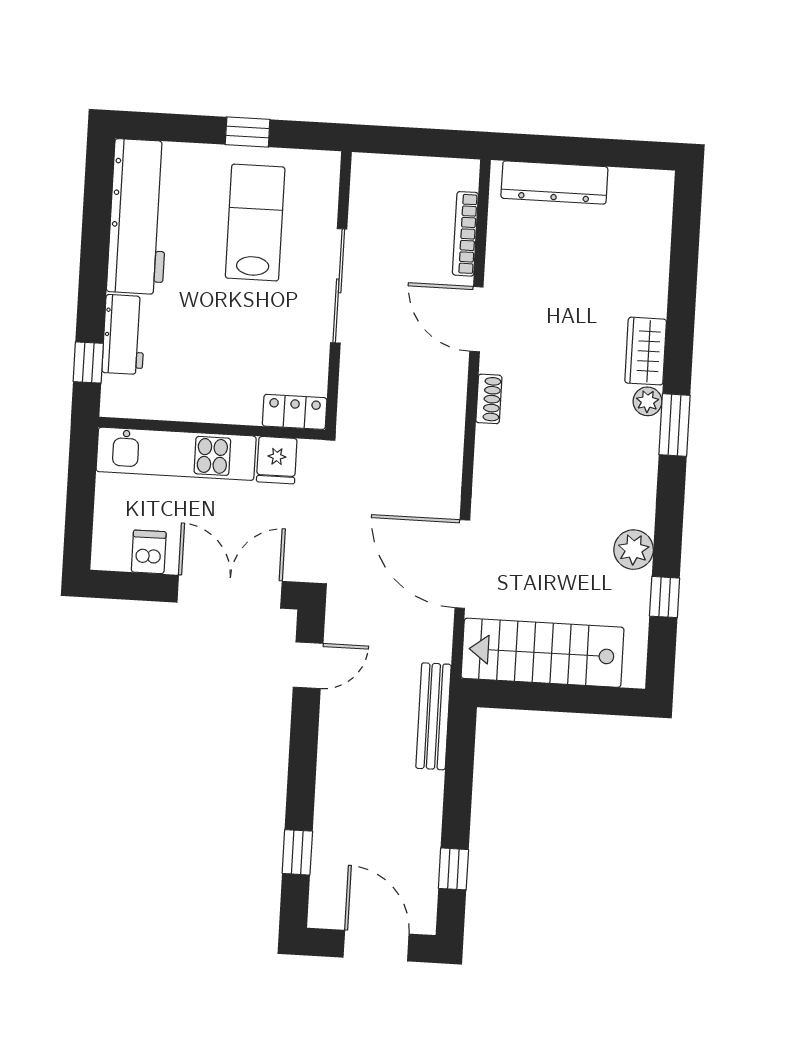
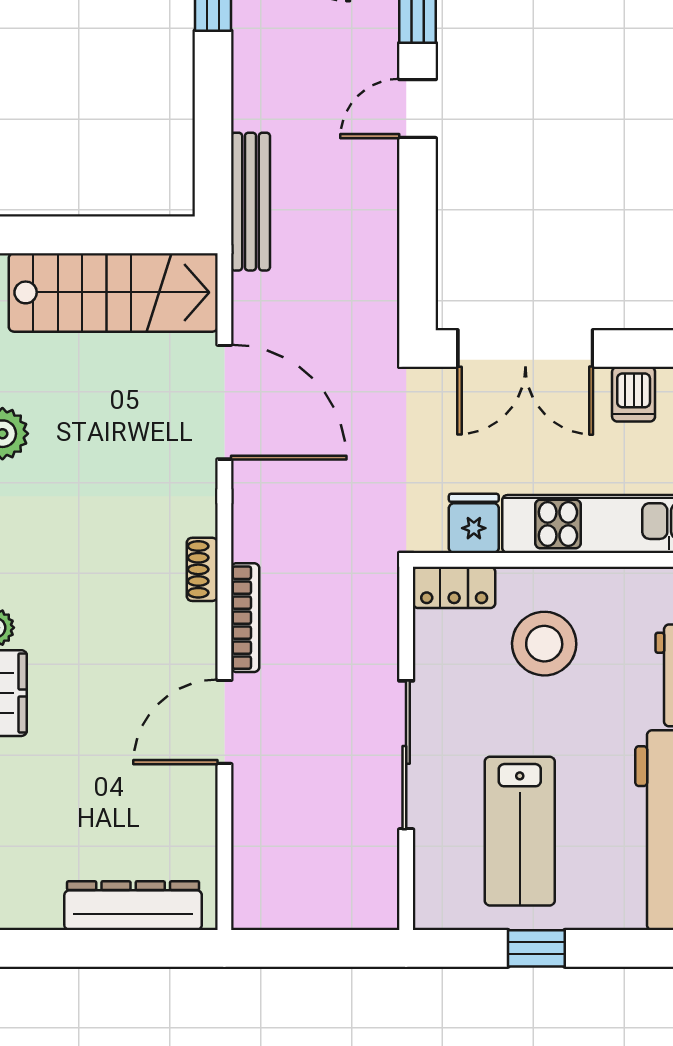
bookcase: (465, 234) -> (245, 618), moved
door: (476, 319) -> (224, 722), swing flipped
stool: (228, 365) -> (544, 644), added
shoe rack: (489, 399) -> (202, 569), moved
door: (308, 665) -> (418, 109), moved

